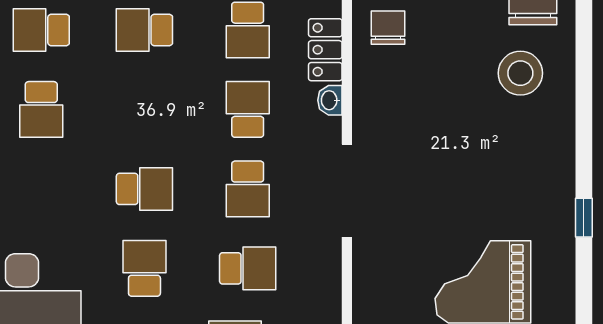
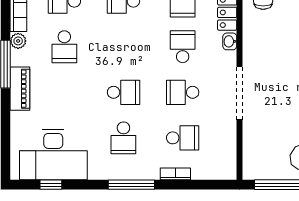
school desk: (248, 189) -> (183, 92), turned 90
school desk: (144, 268) -> (123, 138), turned 180

